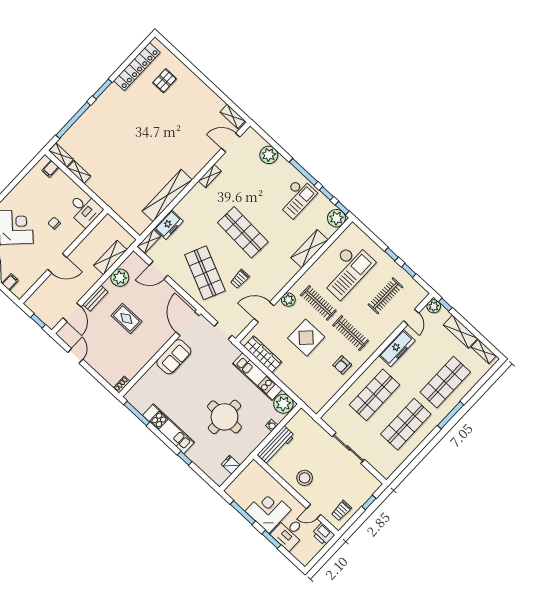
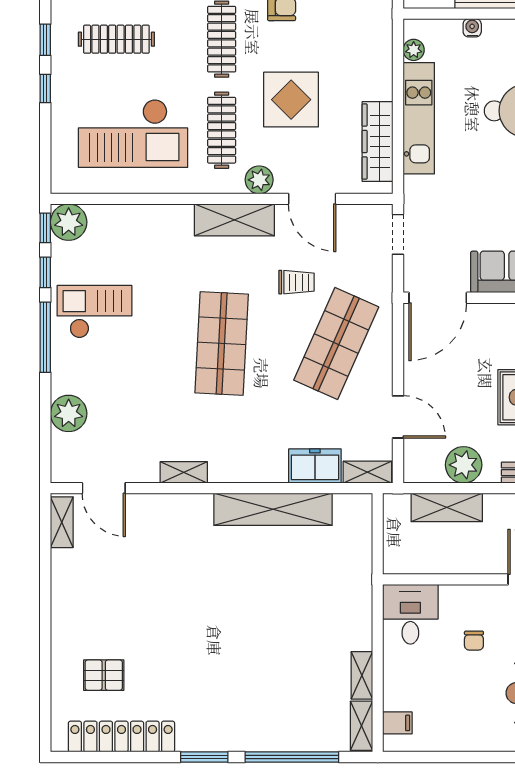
shelving: (309, 249) -> (234, 220), moved
checkout: (347, 270) -> (133, 133), turned 180
plant: (283, 404) -> (414, 50), width x0.53, depth x0.53

